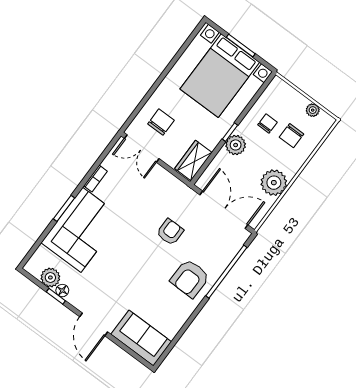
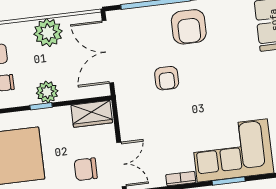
armchair: (170, 232) -> (167, 78), turned -90
armchair: (190, 278) -> (189, 27), turned 89

